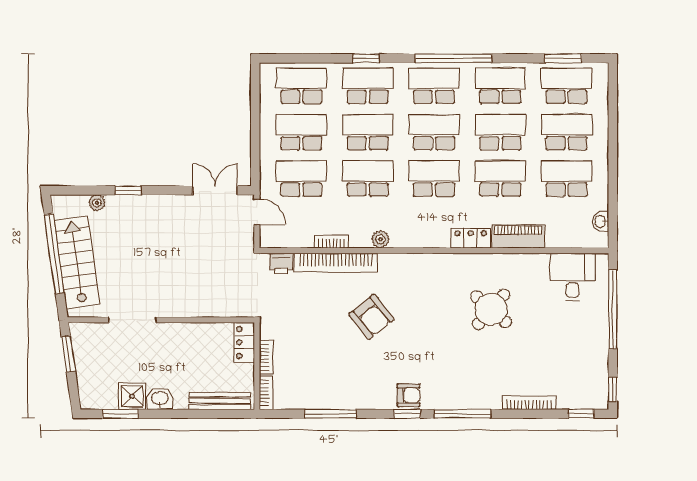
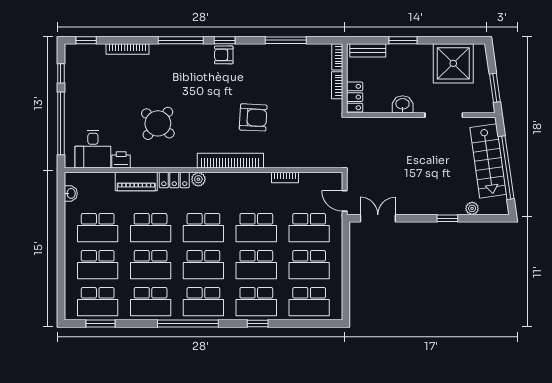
double door: (215, 190) -> (378, 218), swing flipped
plant: (381, 239) -> (198, 179), moved
bookcase: (336, 263) -> (230, 161), moved
printer: (281, 264) -> (121, 160), moved
armchair: (372, 317) -> (253, 117), turned 132
window: (613, 389) -> (61, 73), moved
shower: (132, 396) -> (453, 63), width x1.86, depth x1.86
washbasin: (160, 399) -> (403, 104), moved, turned 180
bench: (220, 401) -> (368, 50), width x0.73
window: (121, 414) -> (403, 40), moved

